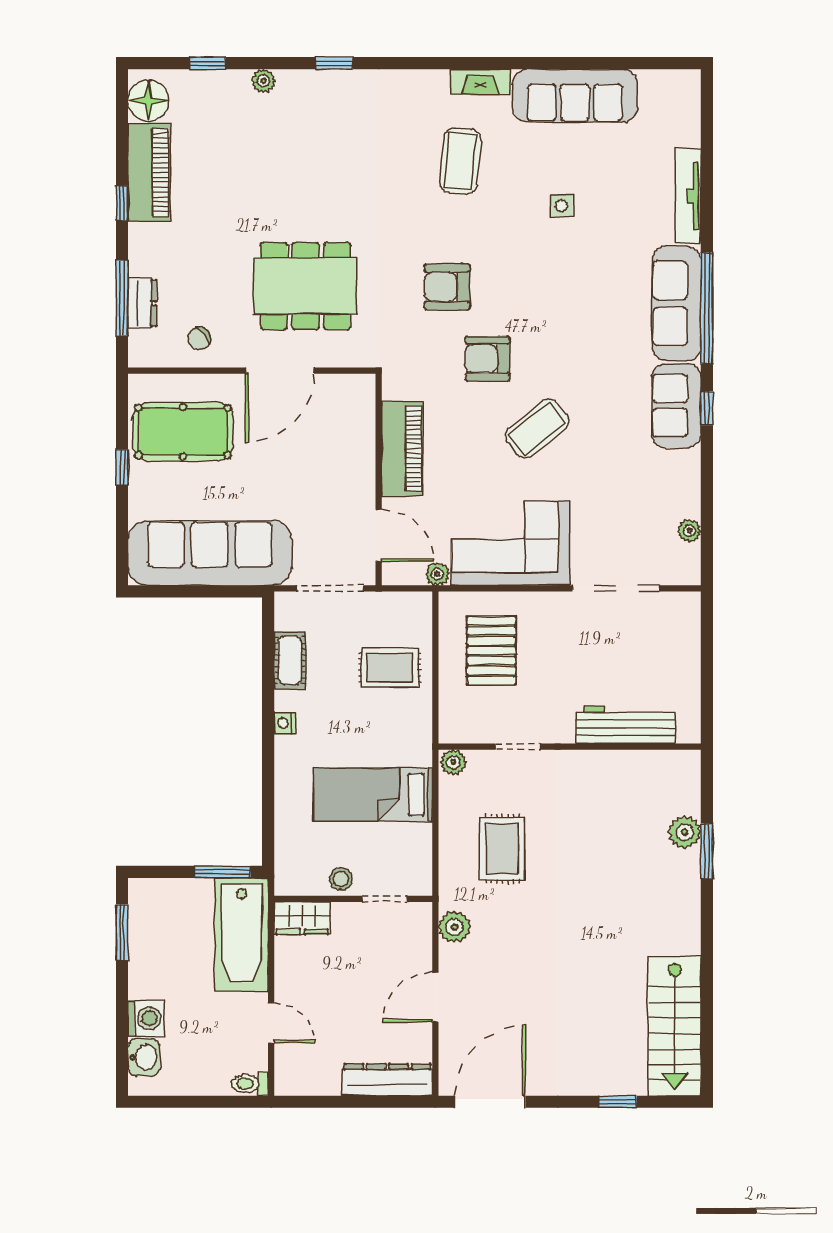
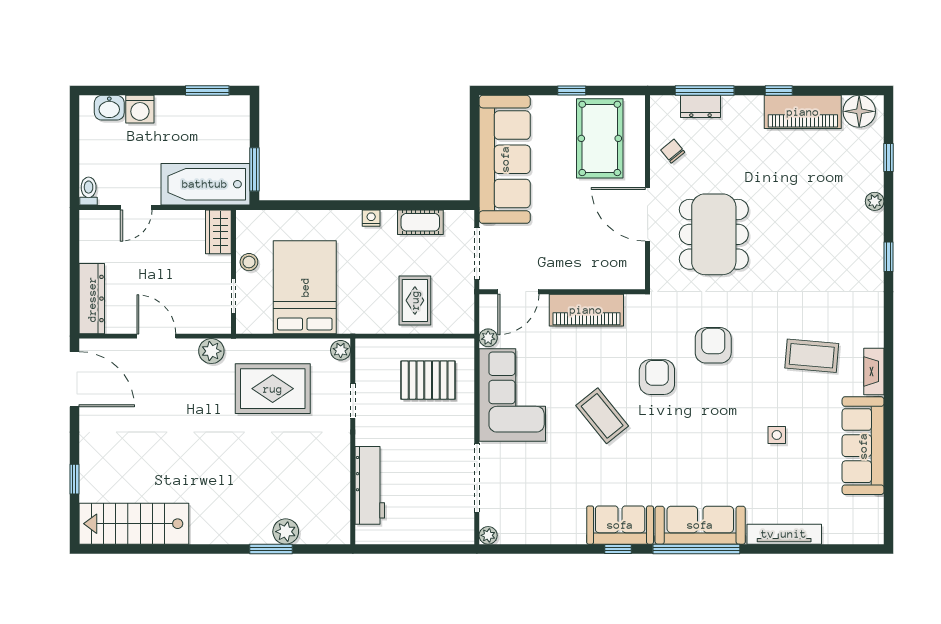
plant: (690, 531) -> (488, 535), moved
bed: (373, 795) -> (305, 287), width x1.50
rug: (502, 849) -> (273, 389), width x1.36, depth x1.43

